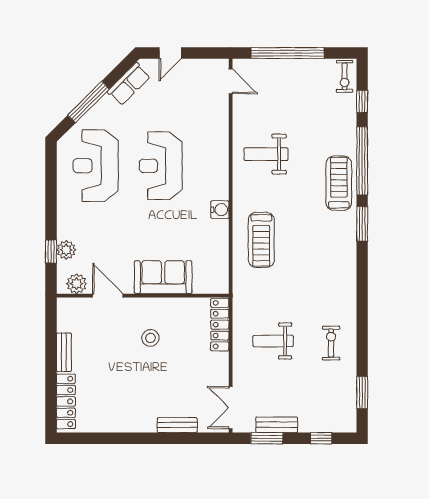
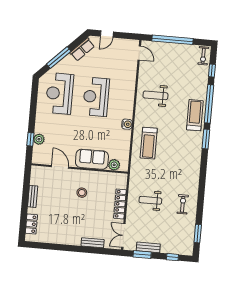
plant: (77, 284) -> (114, 165), moved
locker: (220, 325) -> (120, 204), moved
locker: (66, 401) -> (31, 224), width x0.66

